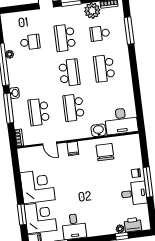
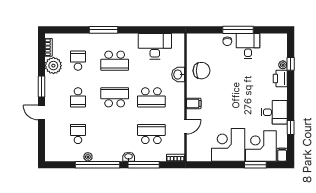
window: (129, 31) -> (104, 30), moved
school desk: (100, 33) -> (78, 61), turned 180
school desk: (65, 38) -> (78, 97), width x0.54
school desk: (39, 112) -> (151, 134), turned 180
desk: (121, 121) -> (155, 46), moved, turned -90
chair: (105, 152) -> (202, 71), turned 180
printer: (133, 225) -> (280, 78), moved

